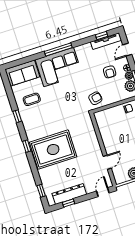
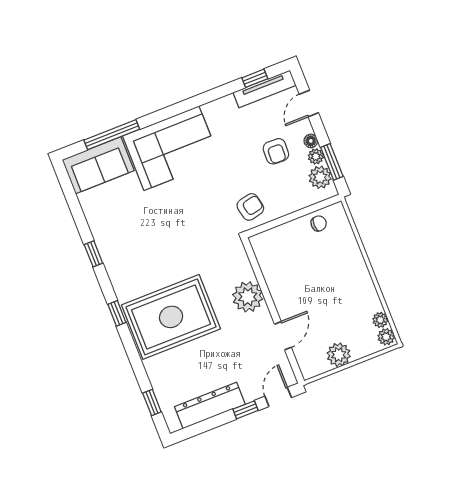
window: (58, 49) -> (112, 135), moved
coffee table: (32, 99) -> (121, 218), removed
plant: (91, 142) -> (248, 297), added
window: (68, 203) -> (245, 410), moved

